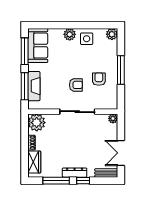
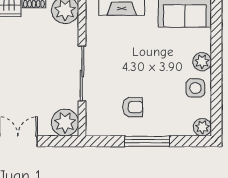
armchair: (76, 85) -> (124, 71), removed
plant: (113, 118) -> (65, 123), width x1.88, depth x1.88

